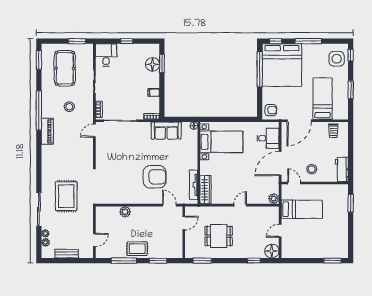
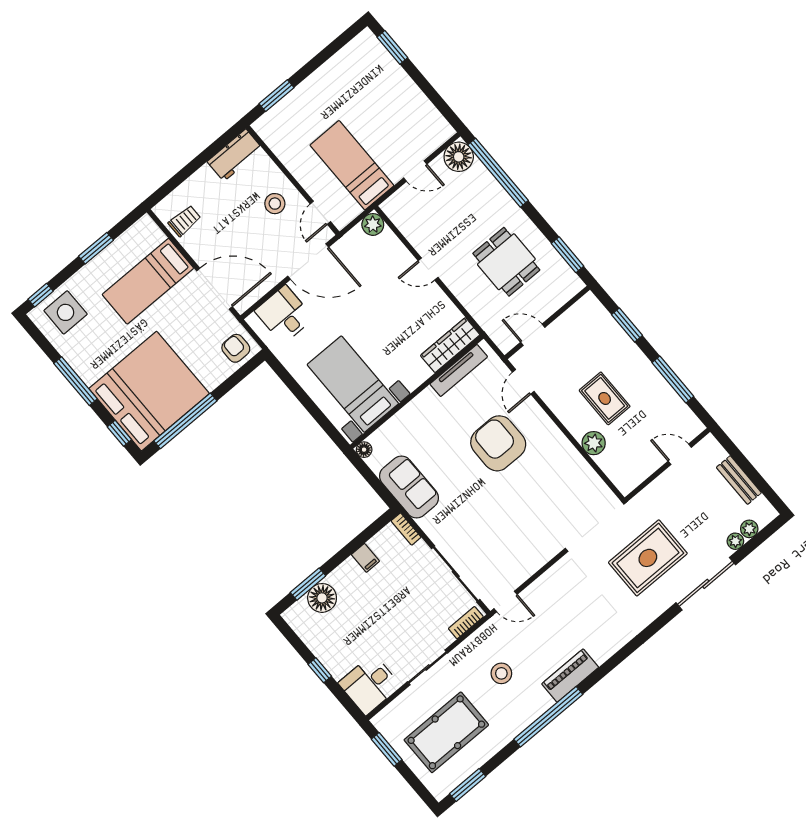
rug: (137, 249) -> (605, 398), moved
window: (254, 261) -> (498, 173), width x3.17

